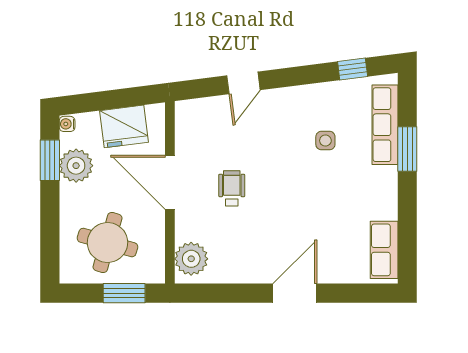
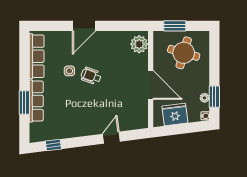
row of seats: (385, 125) -> (36, 101), moved
side table: (325, 141) -> (69, 71), moved
plant: (76, 166) -> (205, 98), width x0.53, depth x0.53
wheelchair: (232, 188) -> (91, 76), moved, turned 110
row of seats: (384, 250) -> (37, 56), width x1.48

